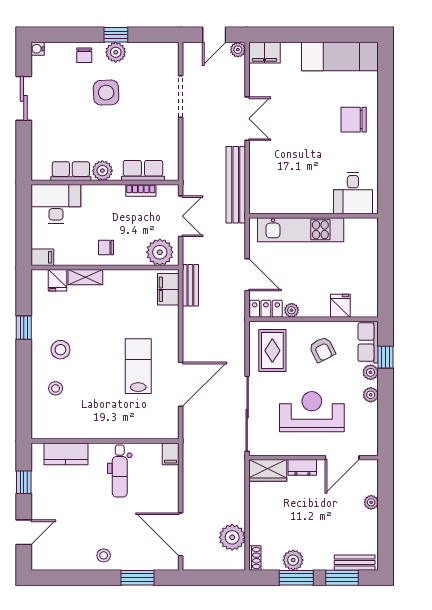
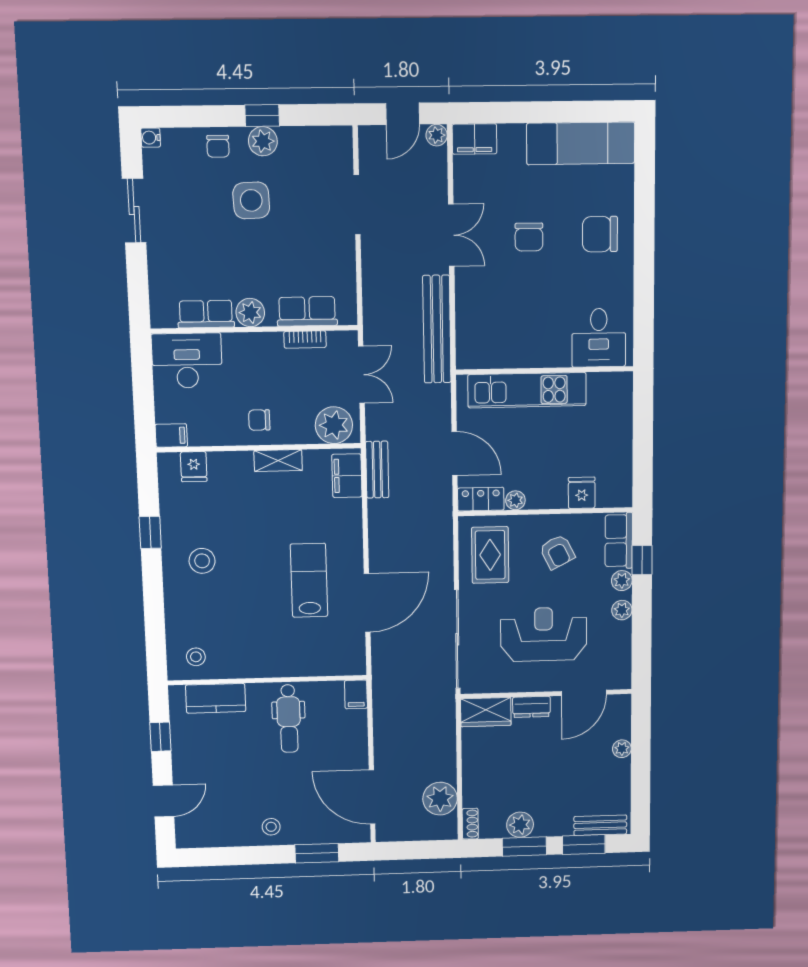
chair: (303, 121) -> (529, 237), added
shelving: (85, 277) -> (278, 461), moved
stool: (56, 388) -> (196, 657), moved

